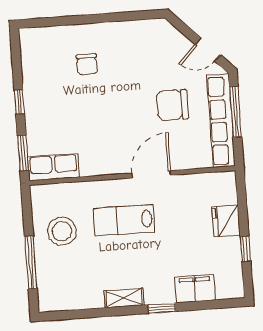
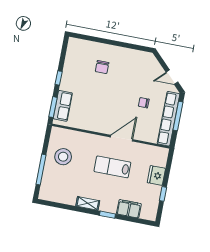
chair: (172, 105) -> (144, 103), width x0.54, depth x0.54
row of seats: (53, 167) -> (63, 106), moved, turned 90
lab bench: (124, 220) -> (112, 167), moved

